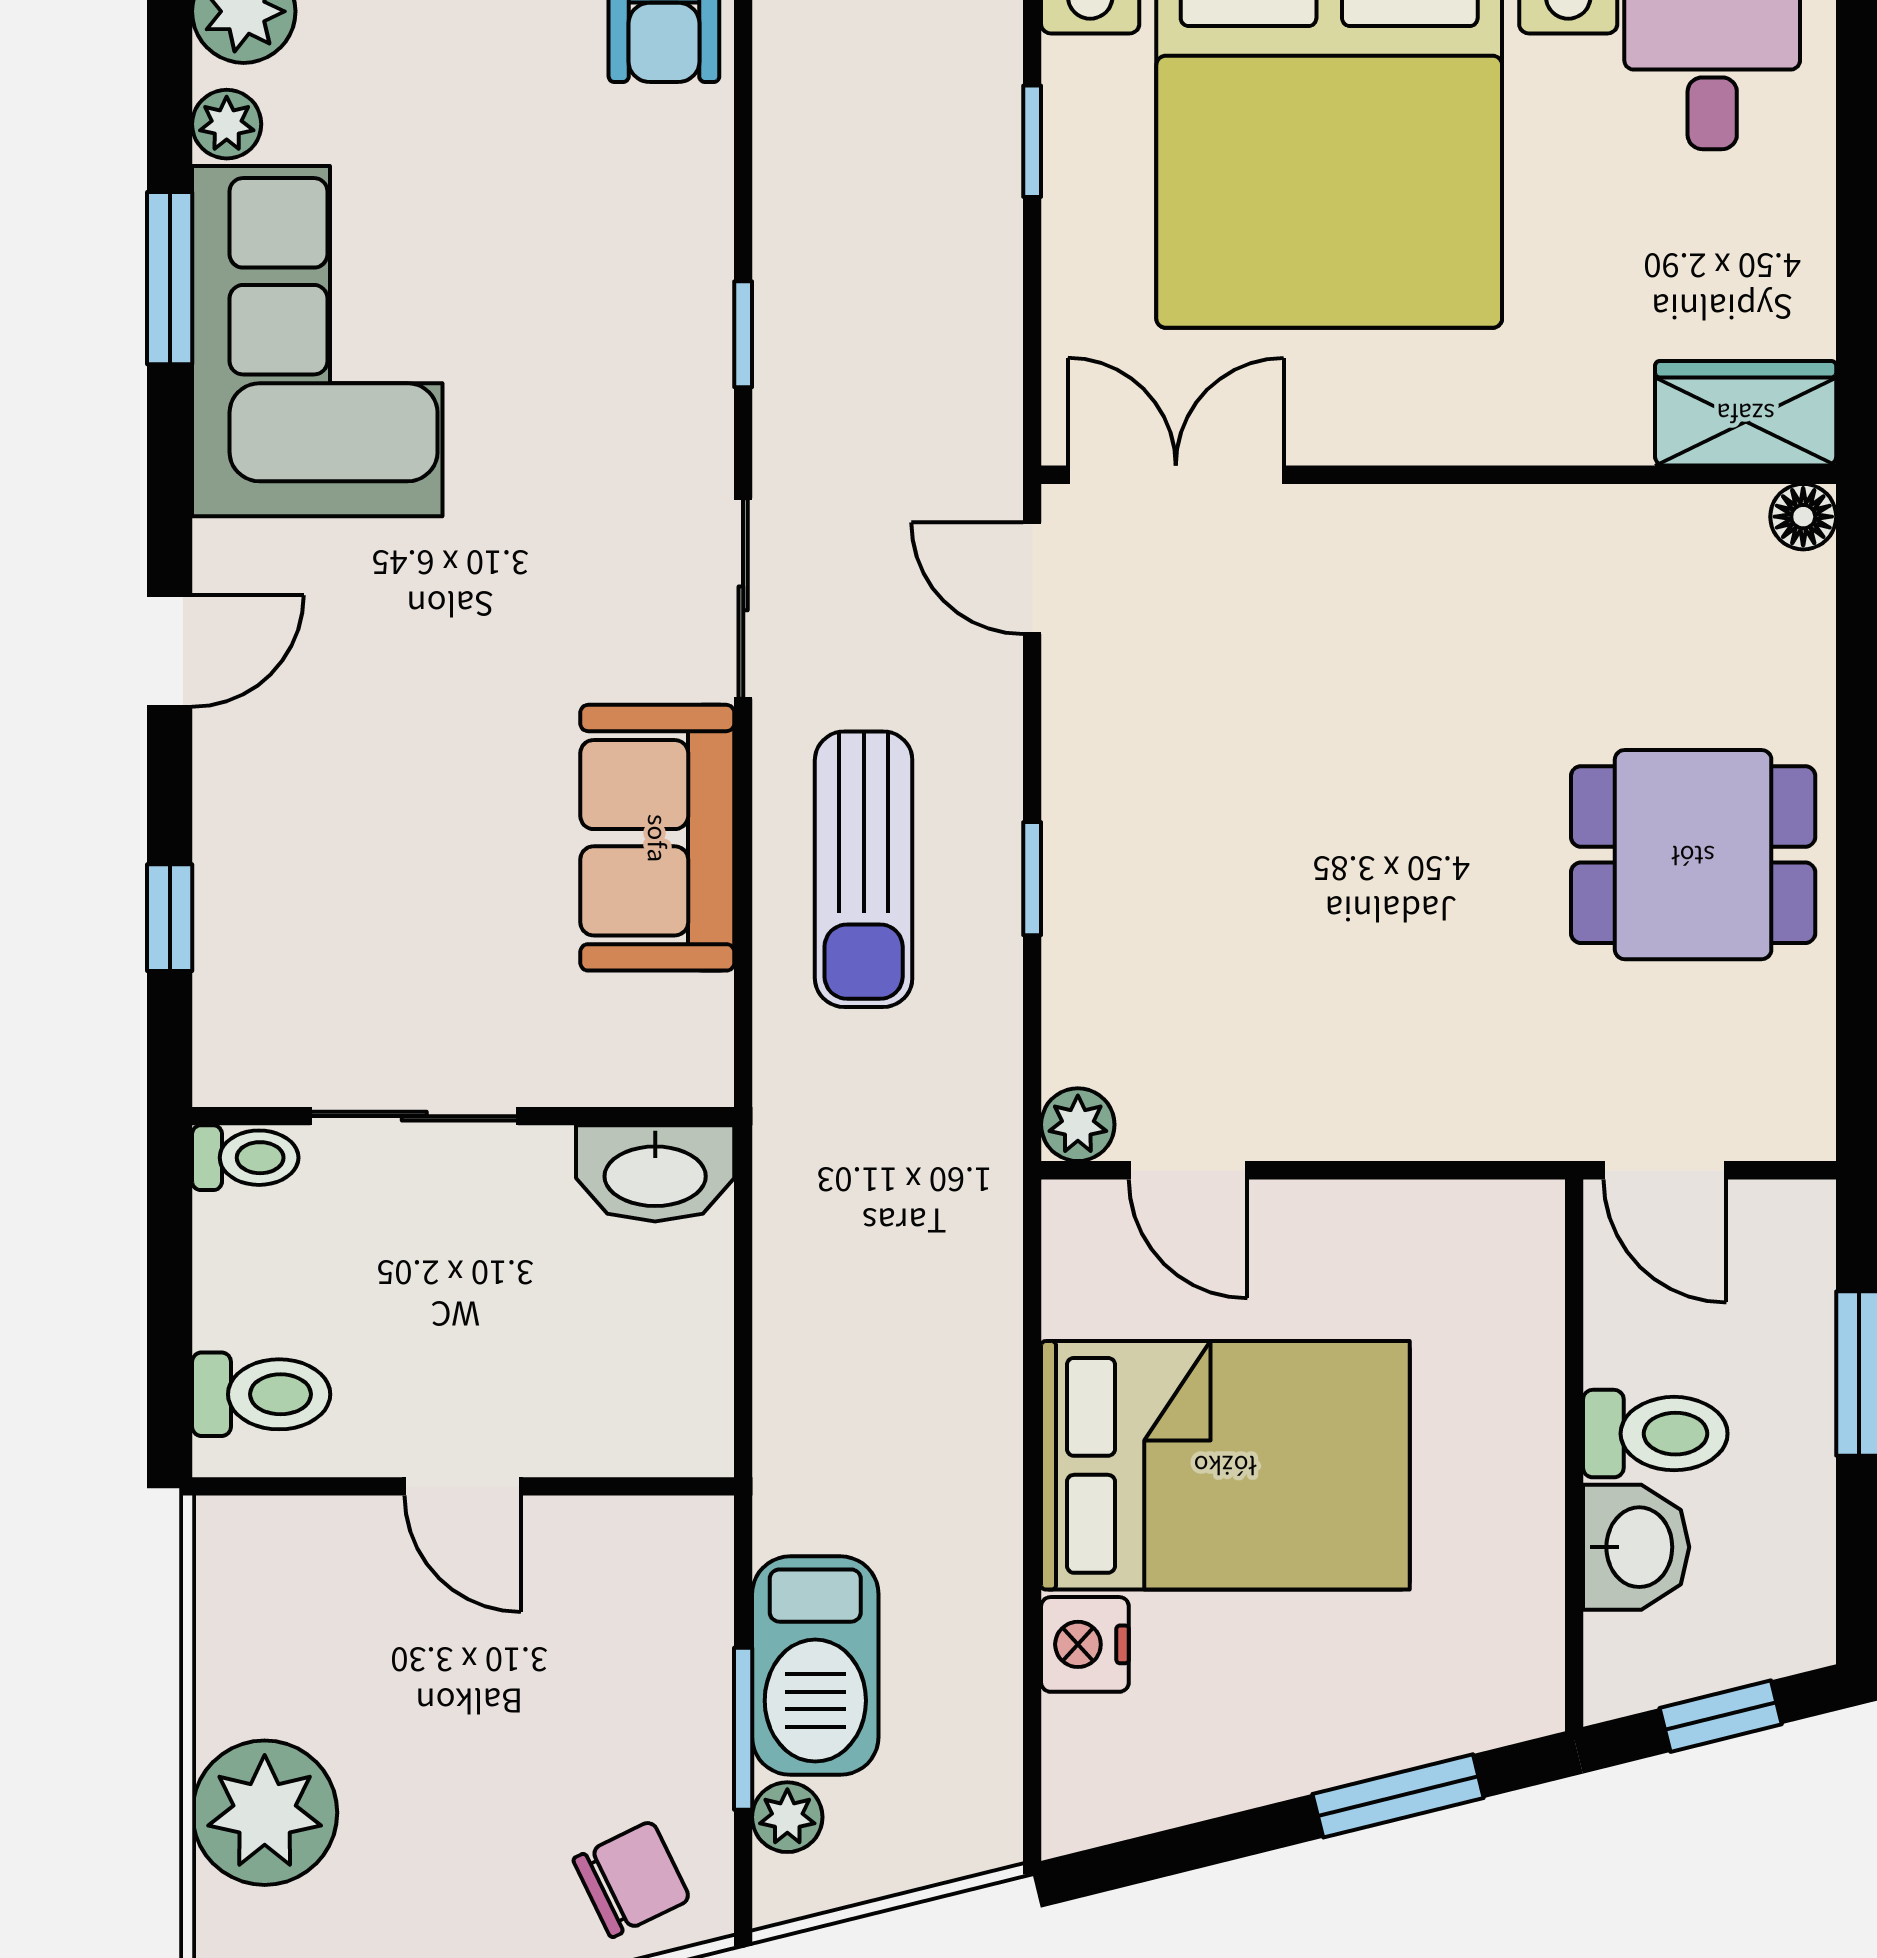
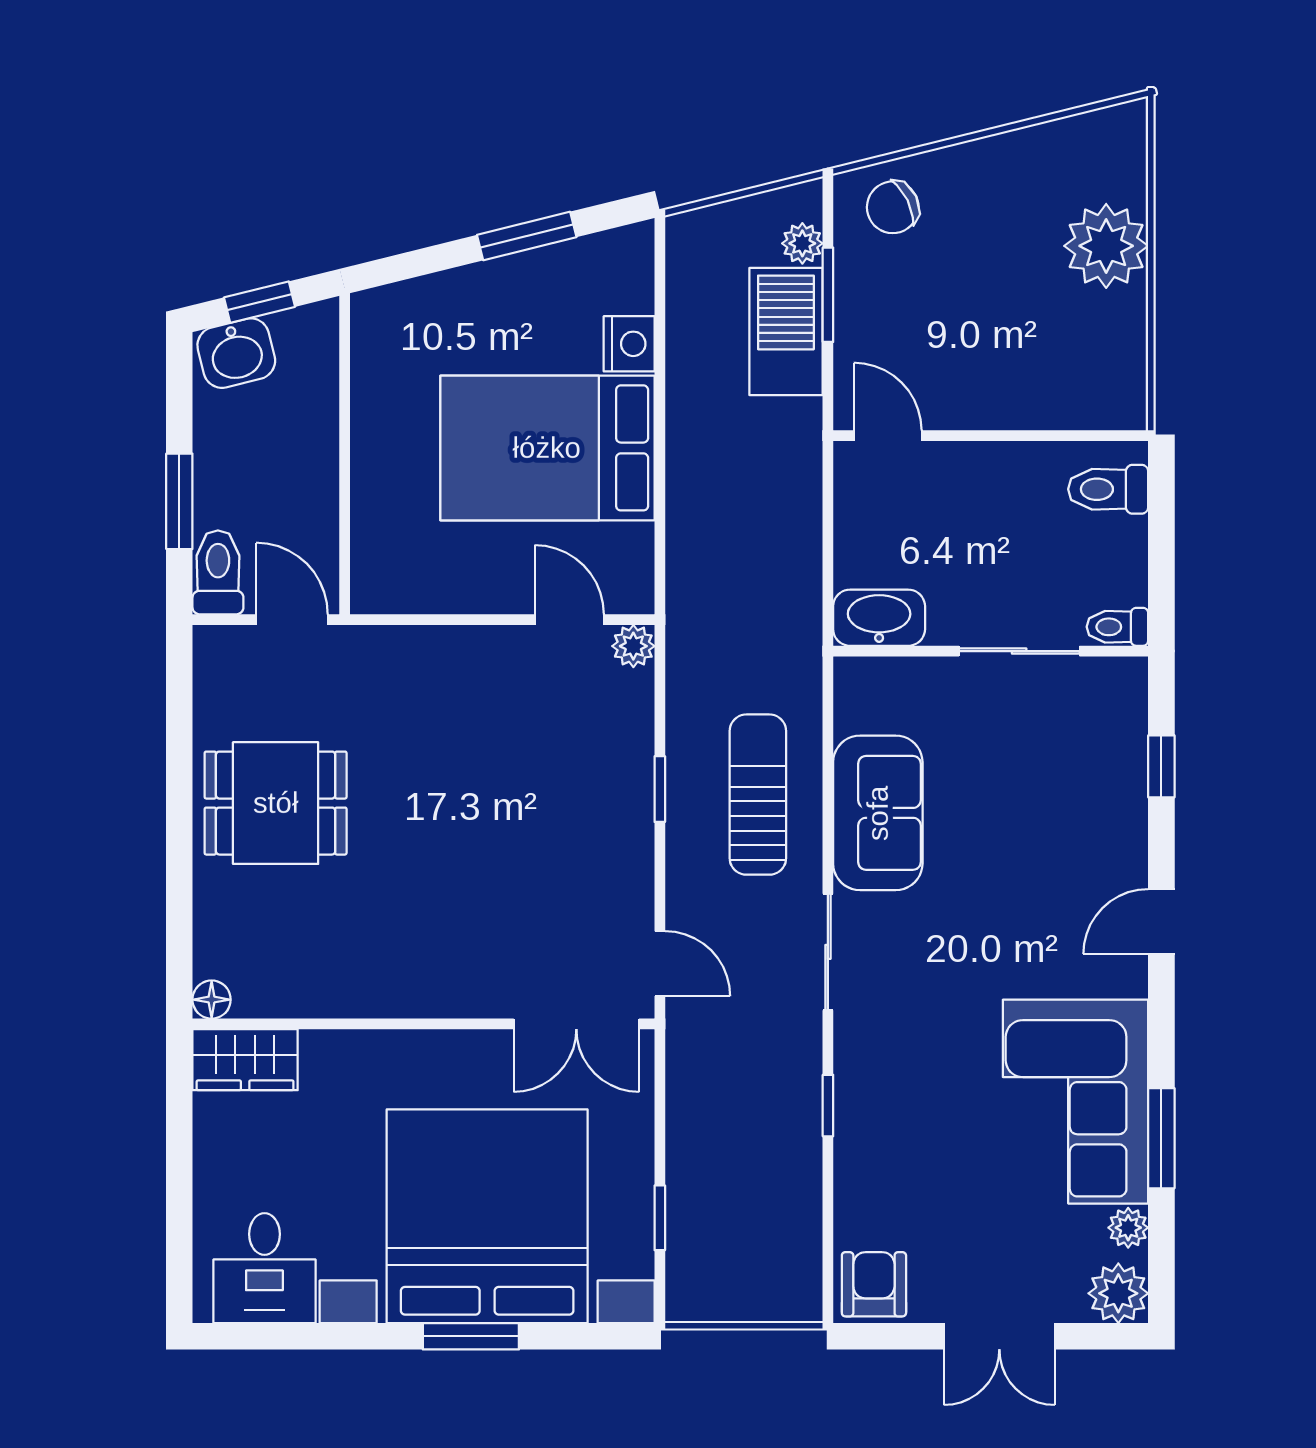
toilet: (1655, 1434) -> (218, 572), moved, turned 90
door: (463, 1486) -> (888, 436), moved
washbasin: (1636, 1547) -> (236, 353), moved, turned -104
window: (1398, 1796) -> (527, 236), moved

